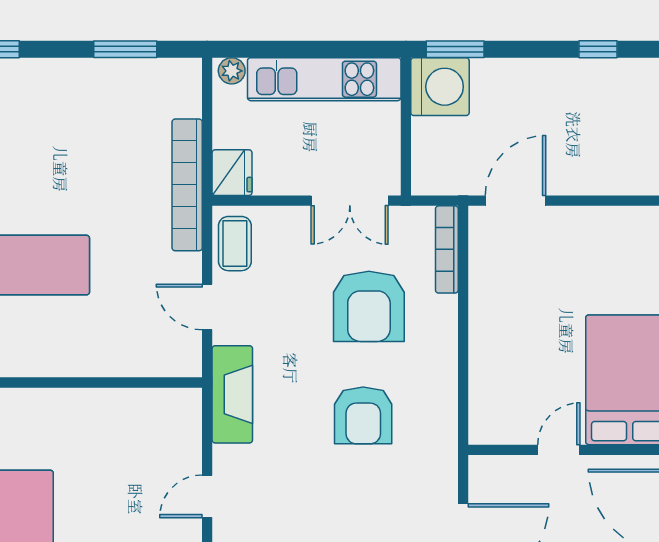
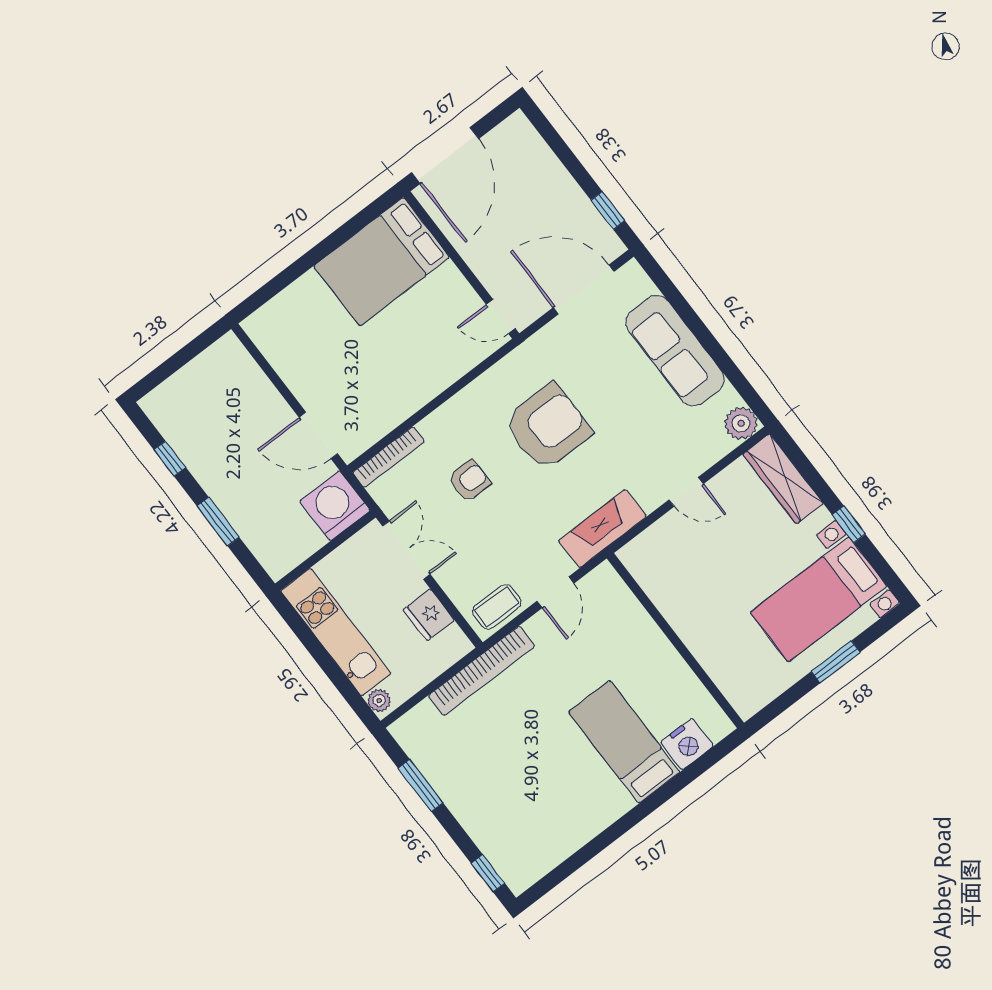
window: (455, 49) -> (218, 522), moved
washing machine: (440, 87) -> (335, 506), moved
fridge: (232, 173) -> (429, 615), moved, turned -90
armchair: (369, 306) -> (469, 481), width x0.53, depth x0.53
armchair: (363, 415) -> (548, 427), width x1.36, depth x1.36
door: (559, 450) -> (501, 317), moved

